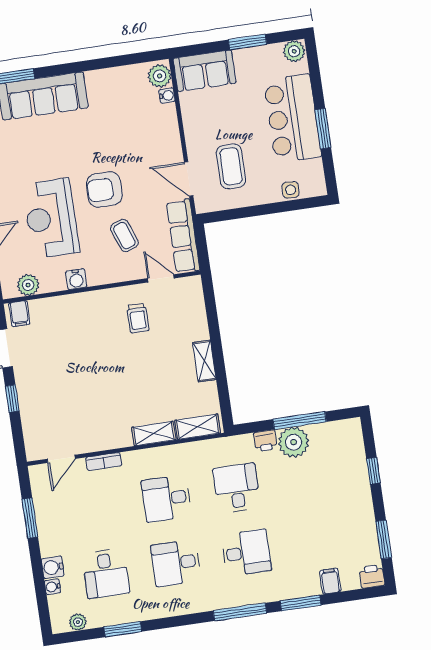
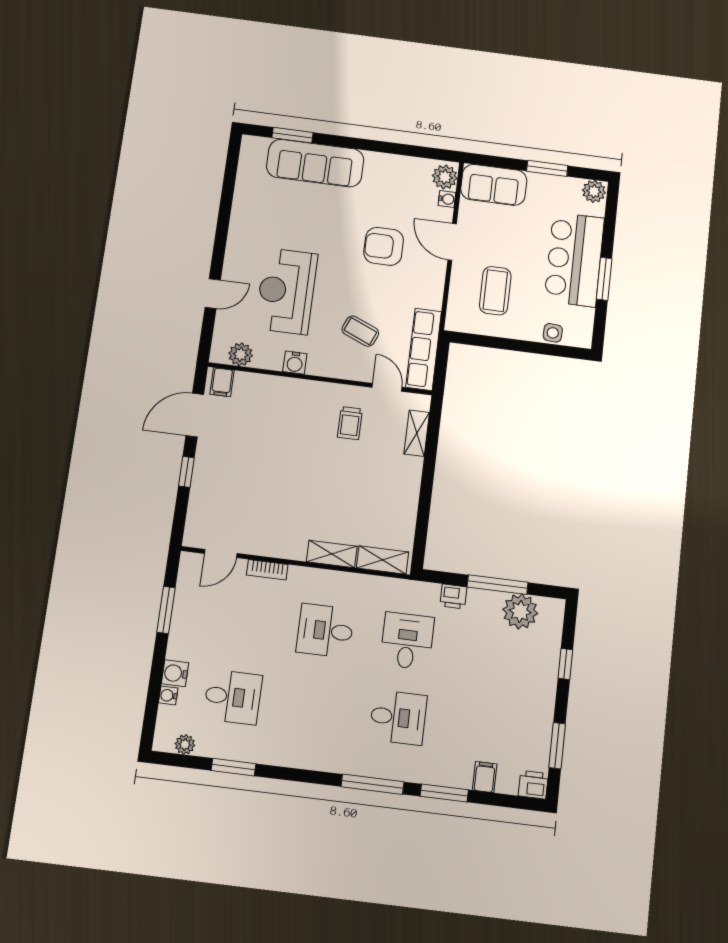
door: (189, 179) -> (452, 242), moved
armchair: (104, 190) -> (384, 246), moved
coffee table: (124, 236) -> (360, 331), turned -47
shelving: (204, 361) -> (417, 433), moved
plant: (294, 442) -> (520, 611), moved
desk: (176, 563) -> (315, 707), removed
desk: (106, 573) -> (233, 697), turned -90

